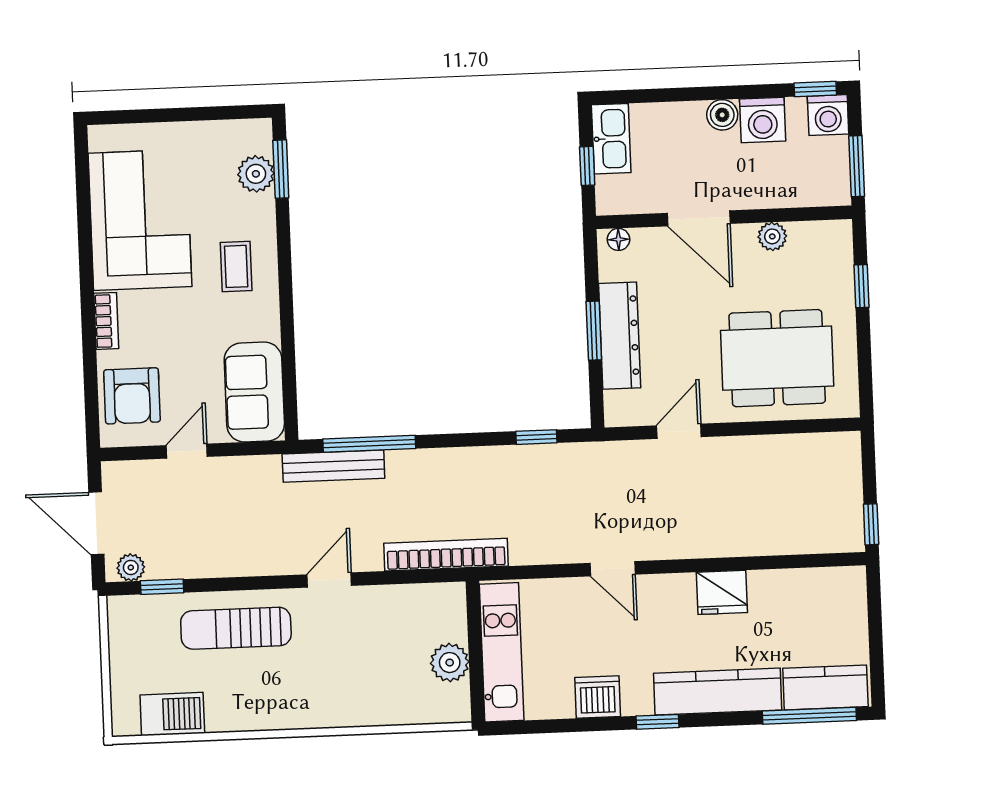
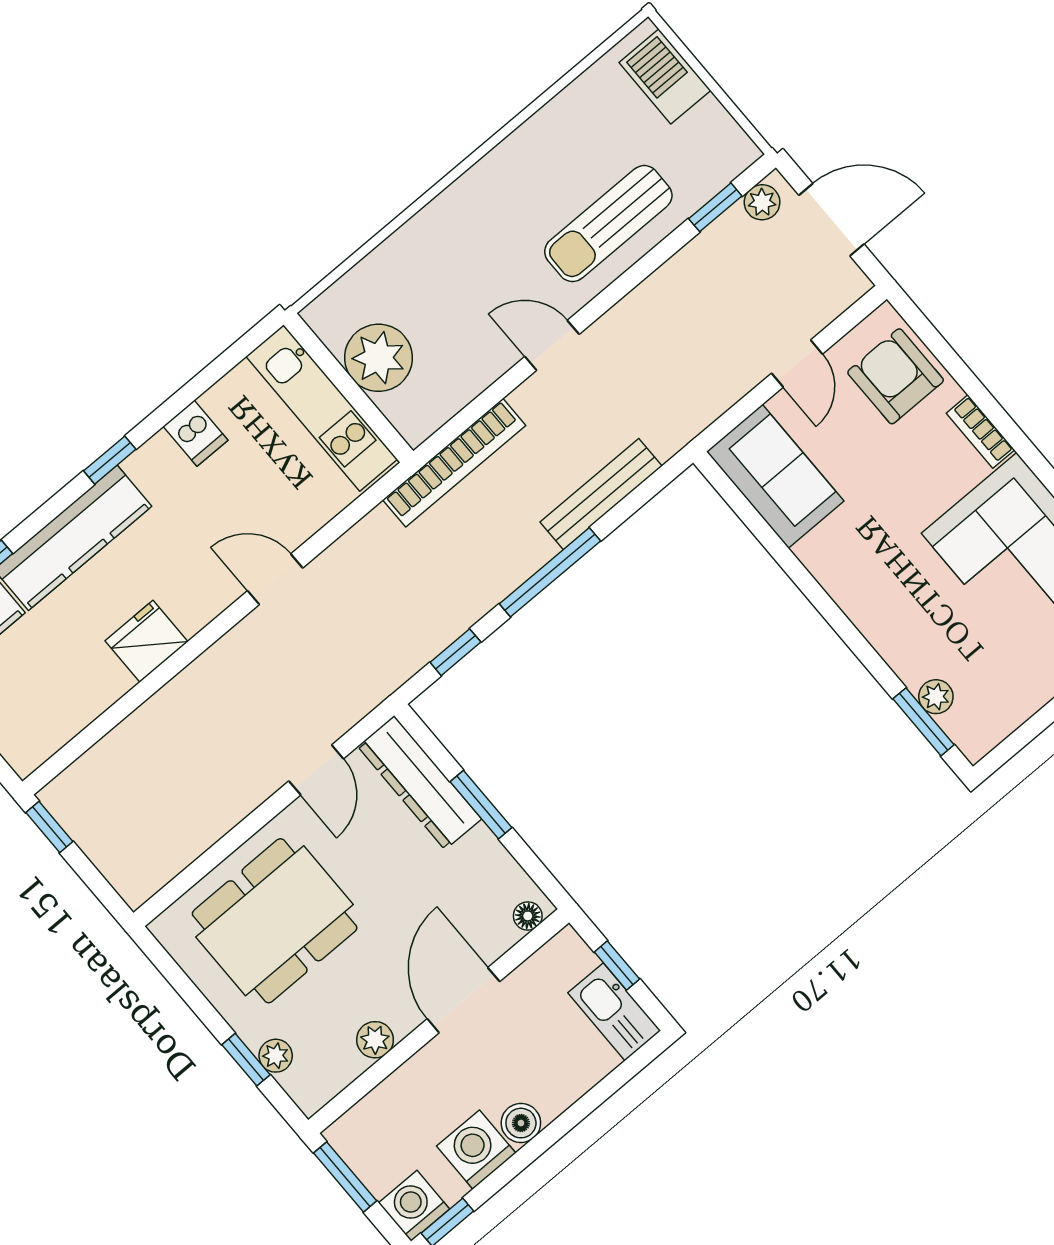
plant: (256, 174) -> (936, 697), width x0.73, depth x0.73
door: (699, 218) -> (463, 1000), hinge flipped
coffee table: (236, 266) -> (892, 588), removed
plant: (841, 274) -> (276, 1056), added
dresser: (620, 336) -> (419, 783), moved
window: (369, 444) -> (550, 572), moved
bench: (333, 466) -> (601, 494), moved
door: (329, 580) -> (552, 345), swing flipped
sun lounger: (236, 628) -> (608, 224), turned 180
plant: (450, 663) -> (379, 358), width x1.36, depth x1.36
dishwasher: (598, 697) -> (195, 433), width x0.73
barbecue: (172, 714) -> (665, 77), moved, turned 90

